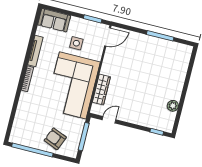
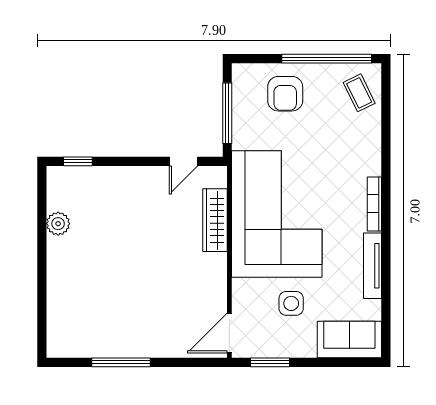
coffee table: (22, 131) -> (359, 93), added
armchair: (55, 139) -> (285, 94), turned 68

